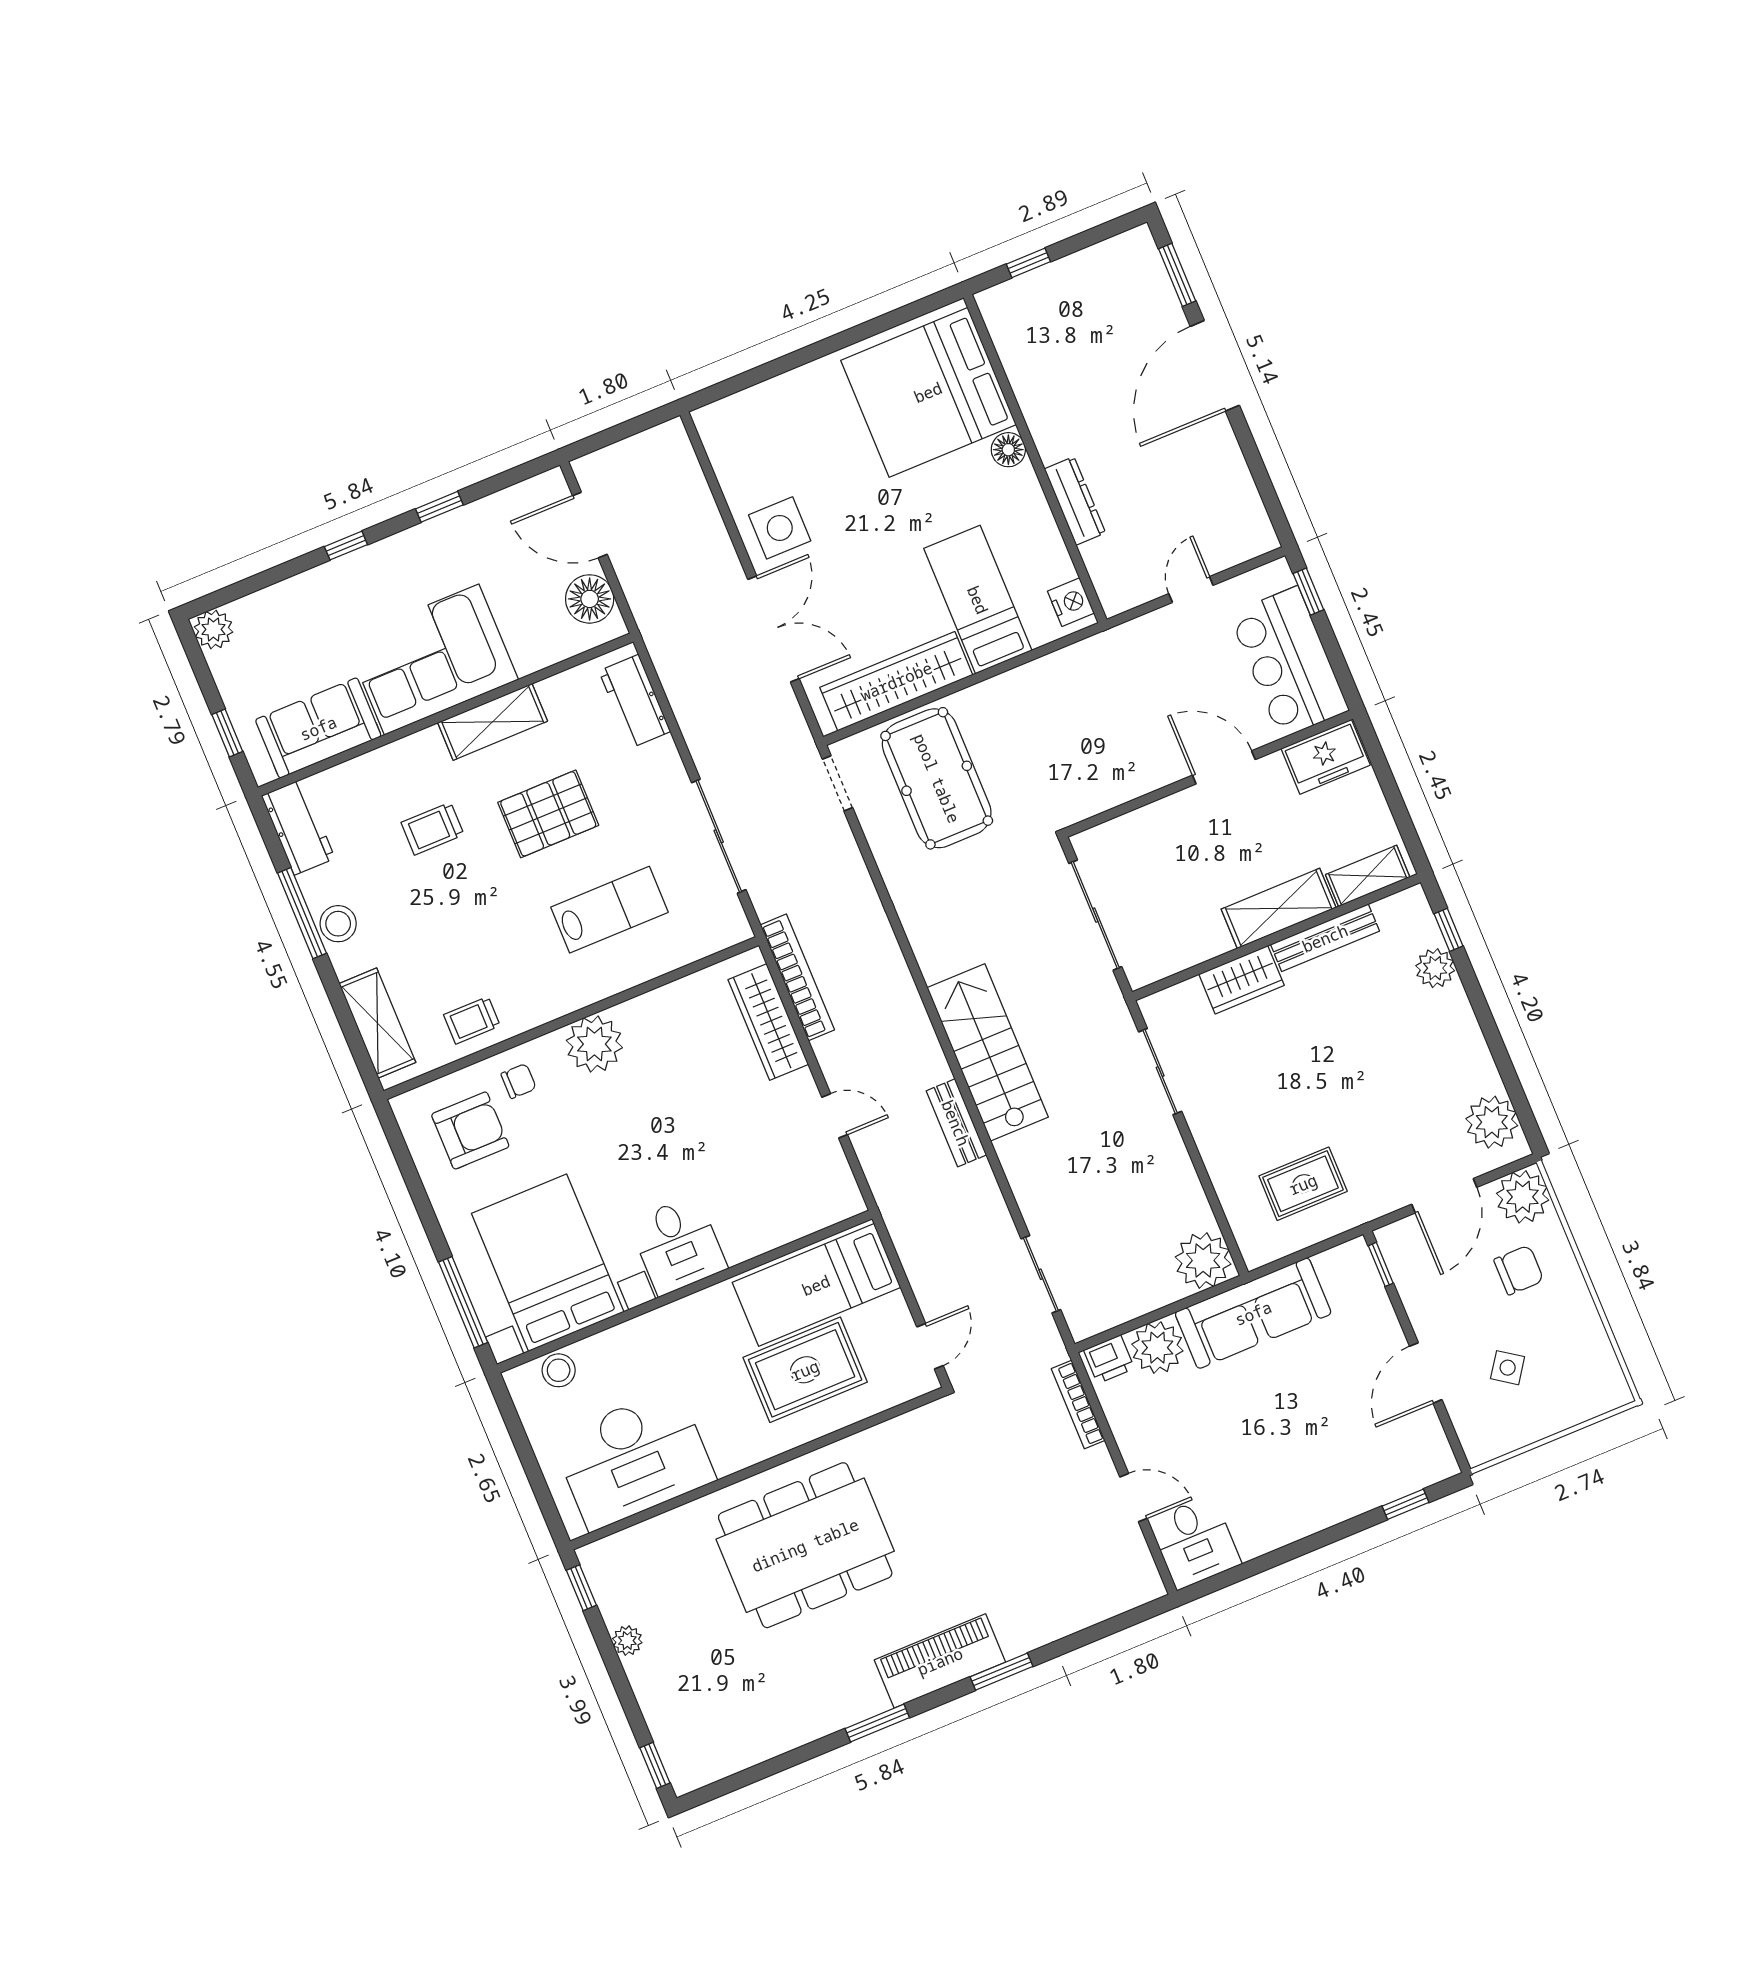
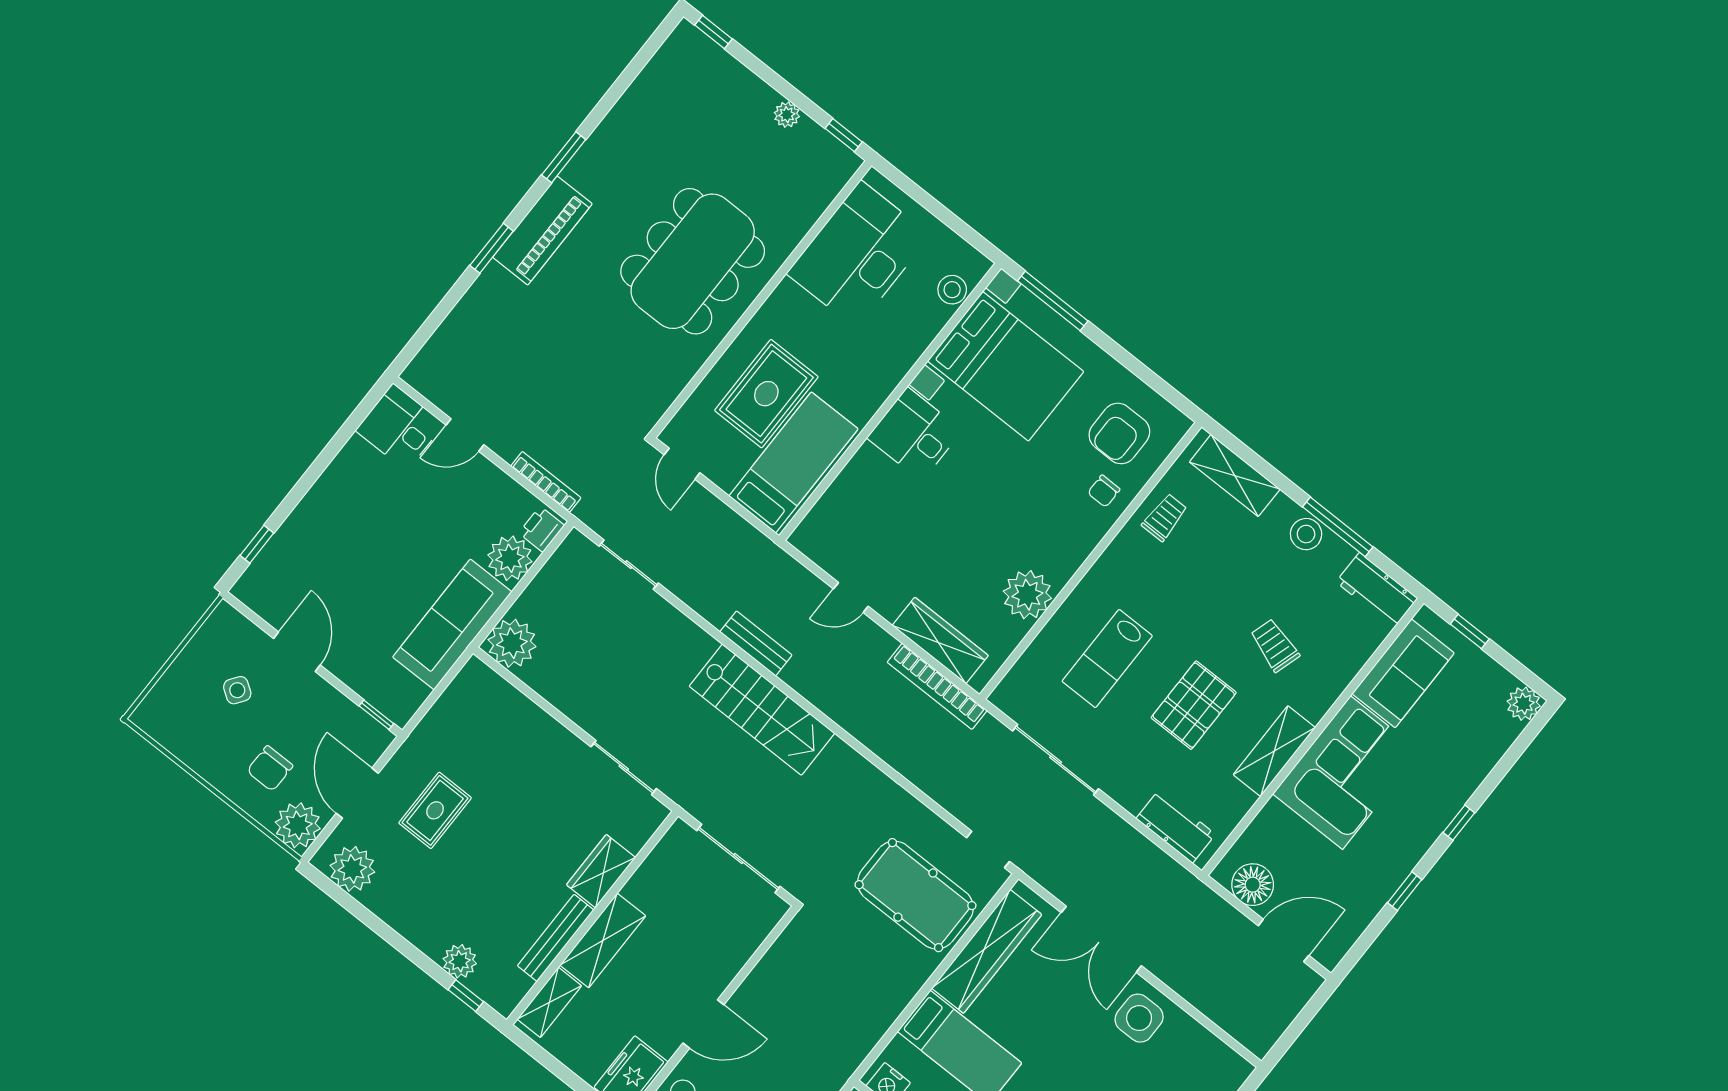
trolley: (432, 829) -> (1275, 645), turned -73
plant: (594, 1044) -> (1027, 595), moved
rug: (1303, 1184) -> (435, 810), moved

